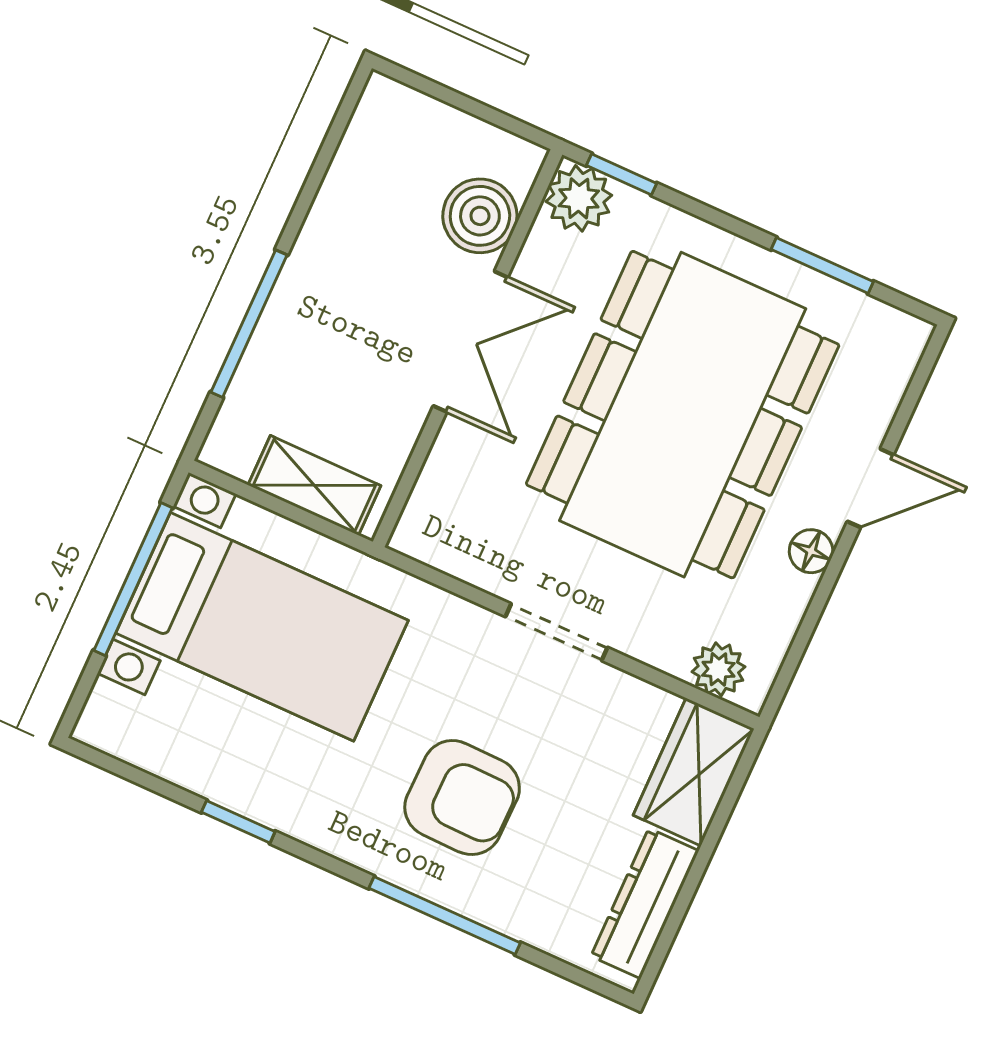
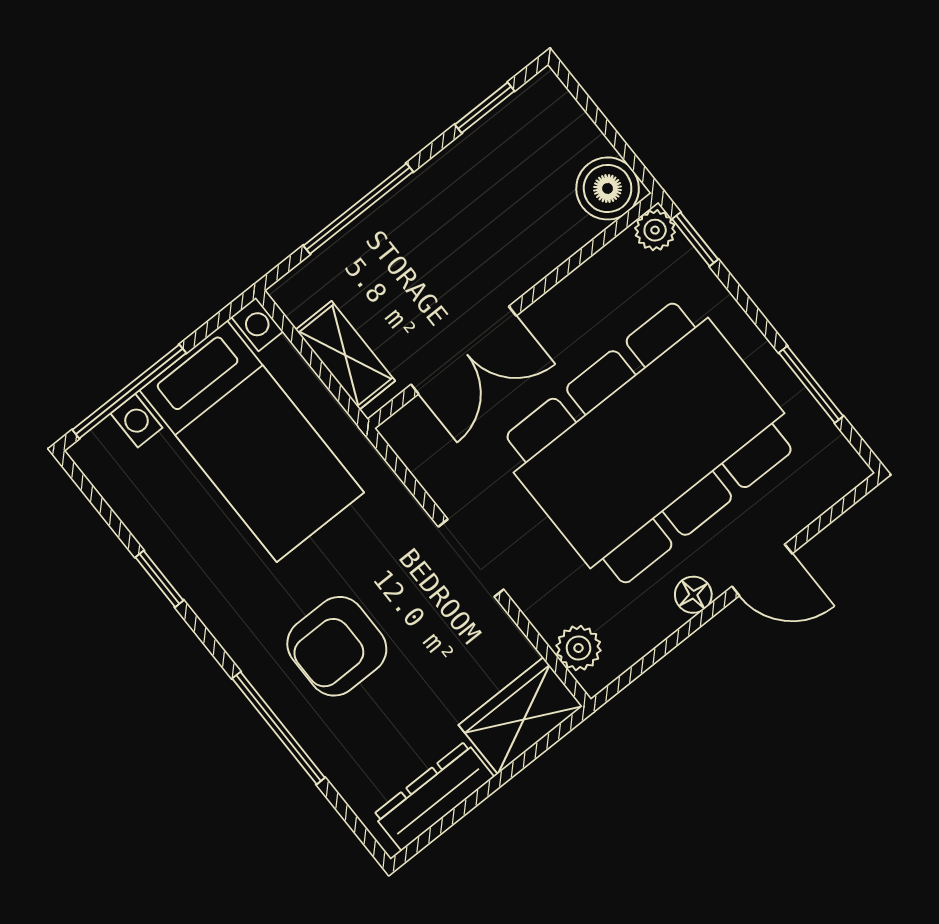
window: (328, 149) -> (485, 108), added
plant: (579, 198) -> (655, 230), width x0.73, depth x0.73
boiler: (480, 216) -> (608, 188), moved
double door: (471, 342) -> (464, 350), moved
window: (133, 579) -> (129, 391), moved
armchair: (462, 798) -> (337, 646), turned 89

